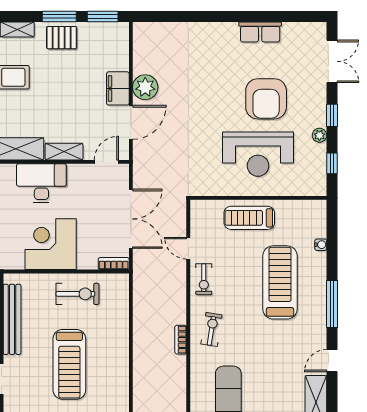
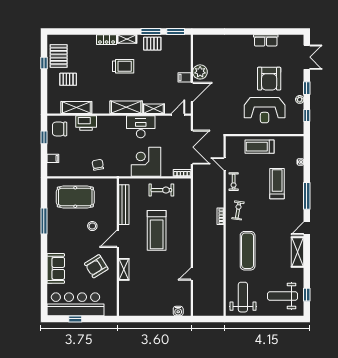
filing cabinet: (118, 88) -> (184, 77), width x0.50
treadmill: (280, 282) -> (277, 184), width x0.73, depth x0.73

